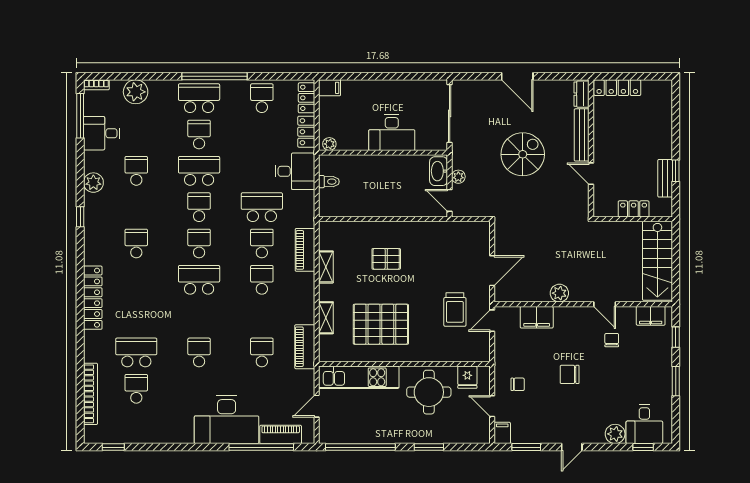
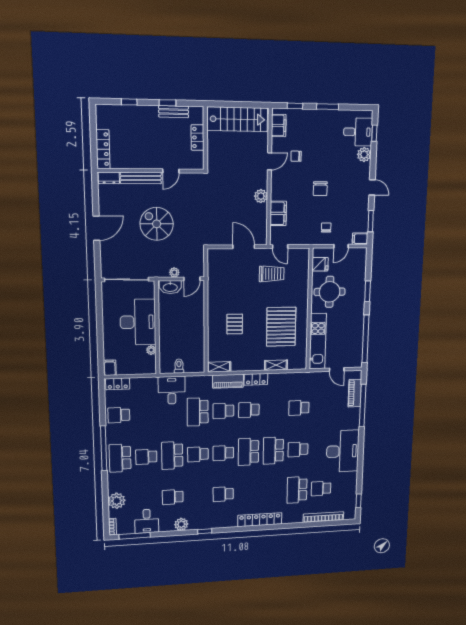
window: (676, 122) -> (129, 102), added
locker: (306, 132) -> (256, 379), moved
desk: (392, 133) -> (138, 322), width x1.36, depth x1.30
plant: (329, 144) -> (151, 350), moved
shelving: (326, 267) -> (219, 367), moved
school desk: (199, 316) -> (273, 451), added
piano: (305, 347) -> (296, 379), removed
desk: (227, 420) -> (343, 451), moved

